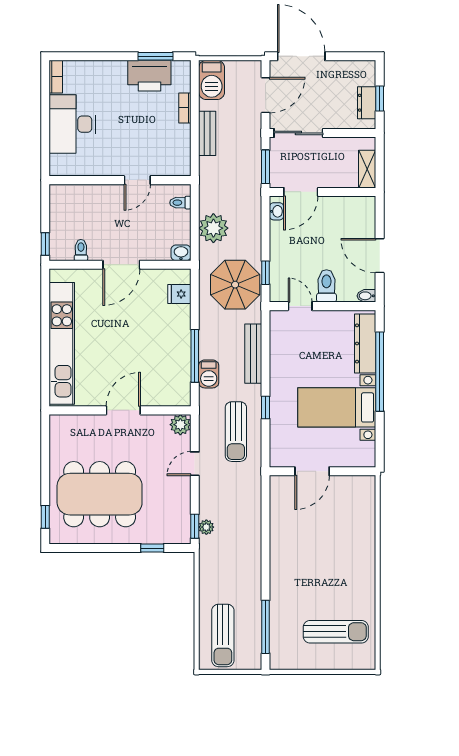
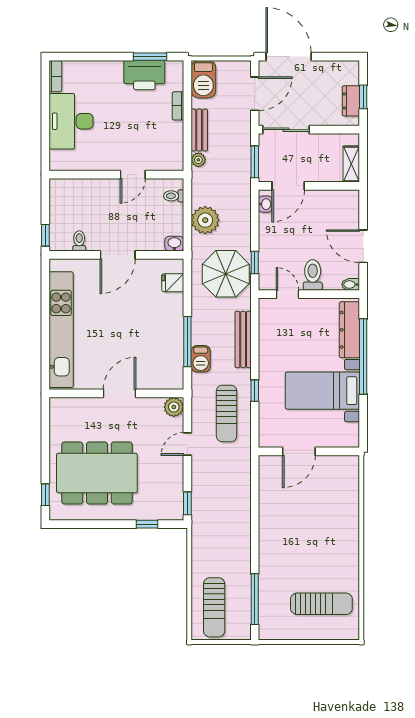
plant: (206, 527) -> (198, 160), moved

